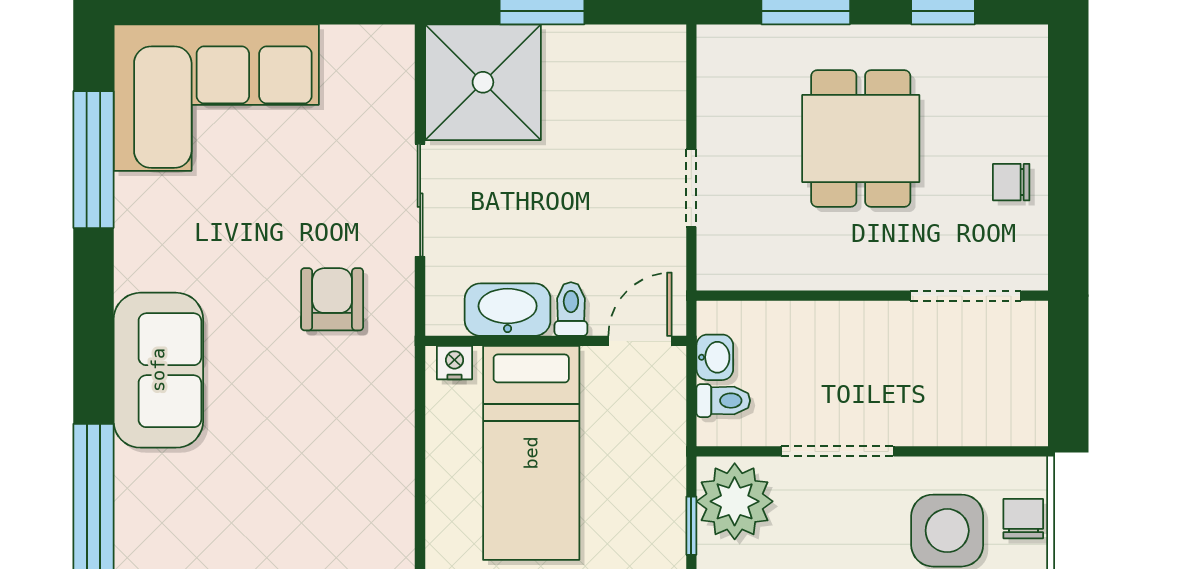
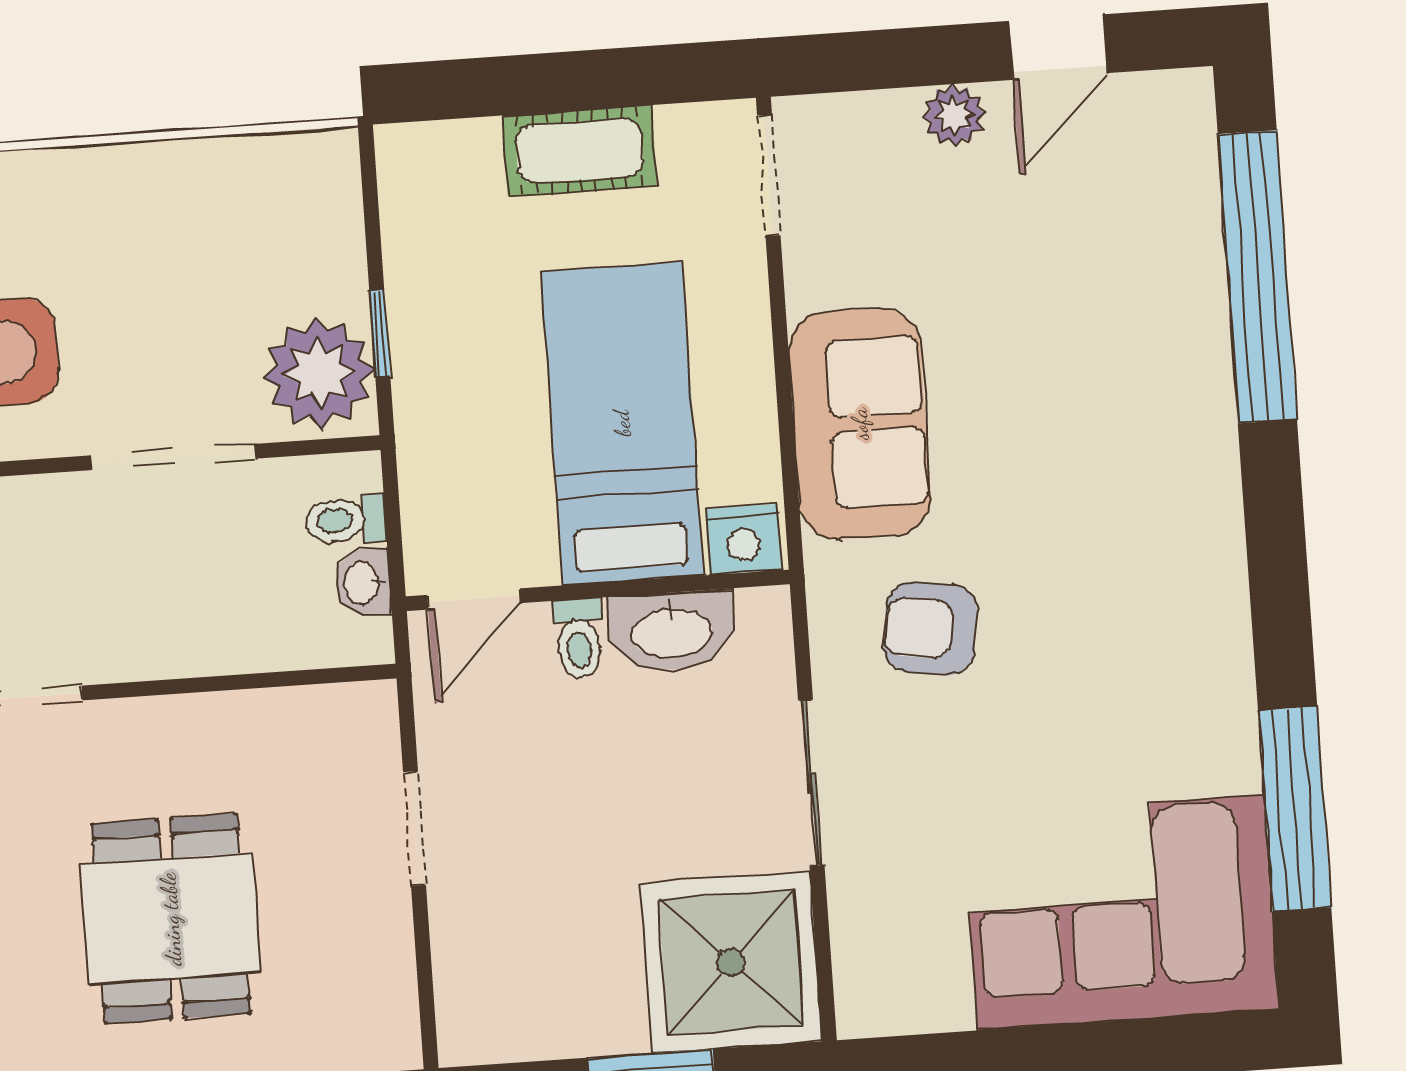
armchair: (332, 299) -> (930, 628), turned 98
nightstand: (455, 363) -> (743, 539), width x1.39, depth x1.35
sofa: (158, 370) -> (860, 424), moved, turned 180

